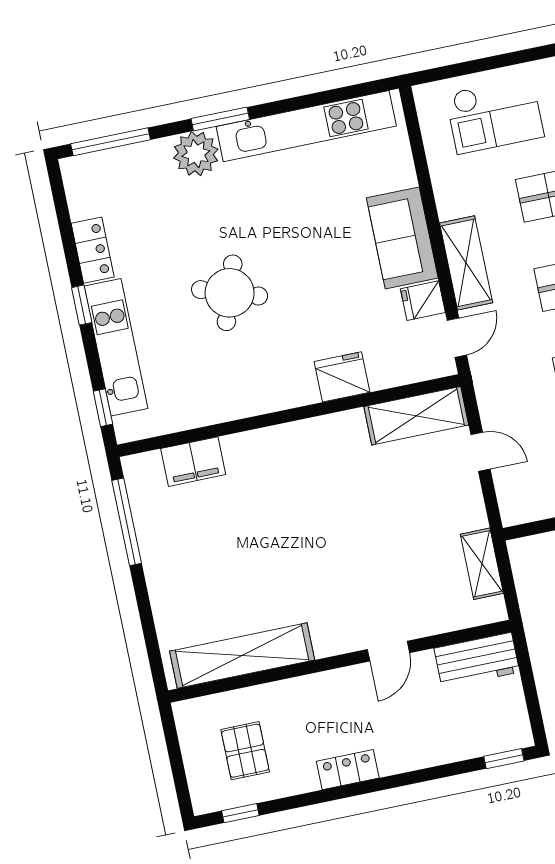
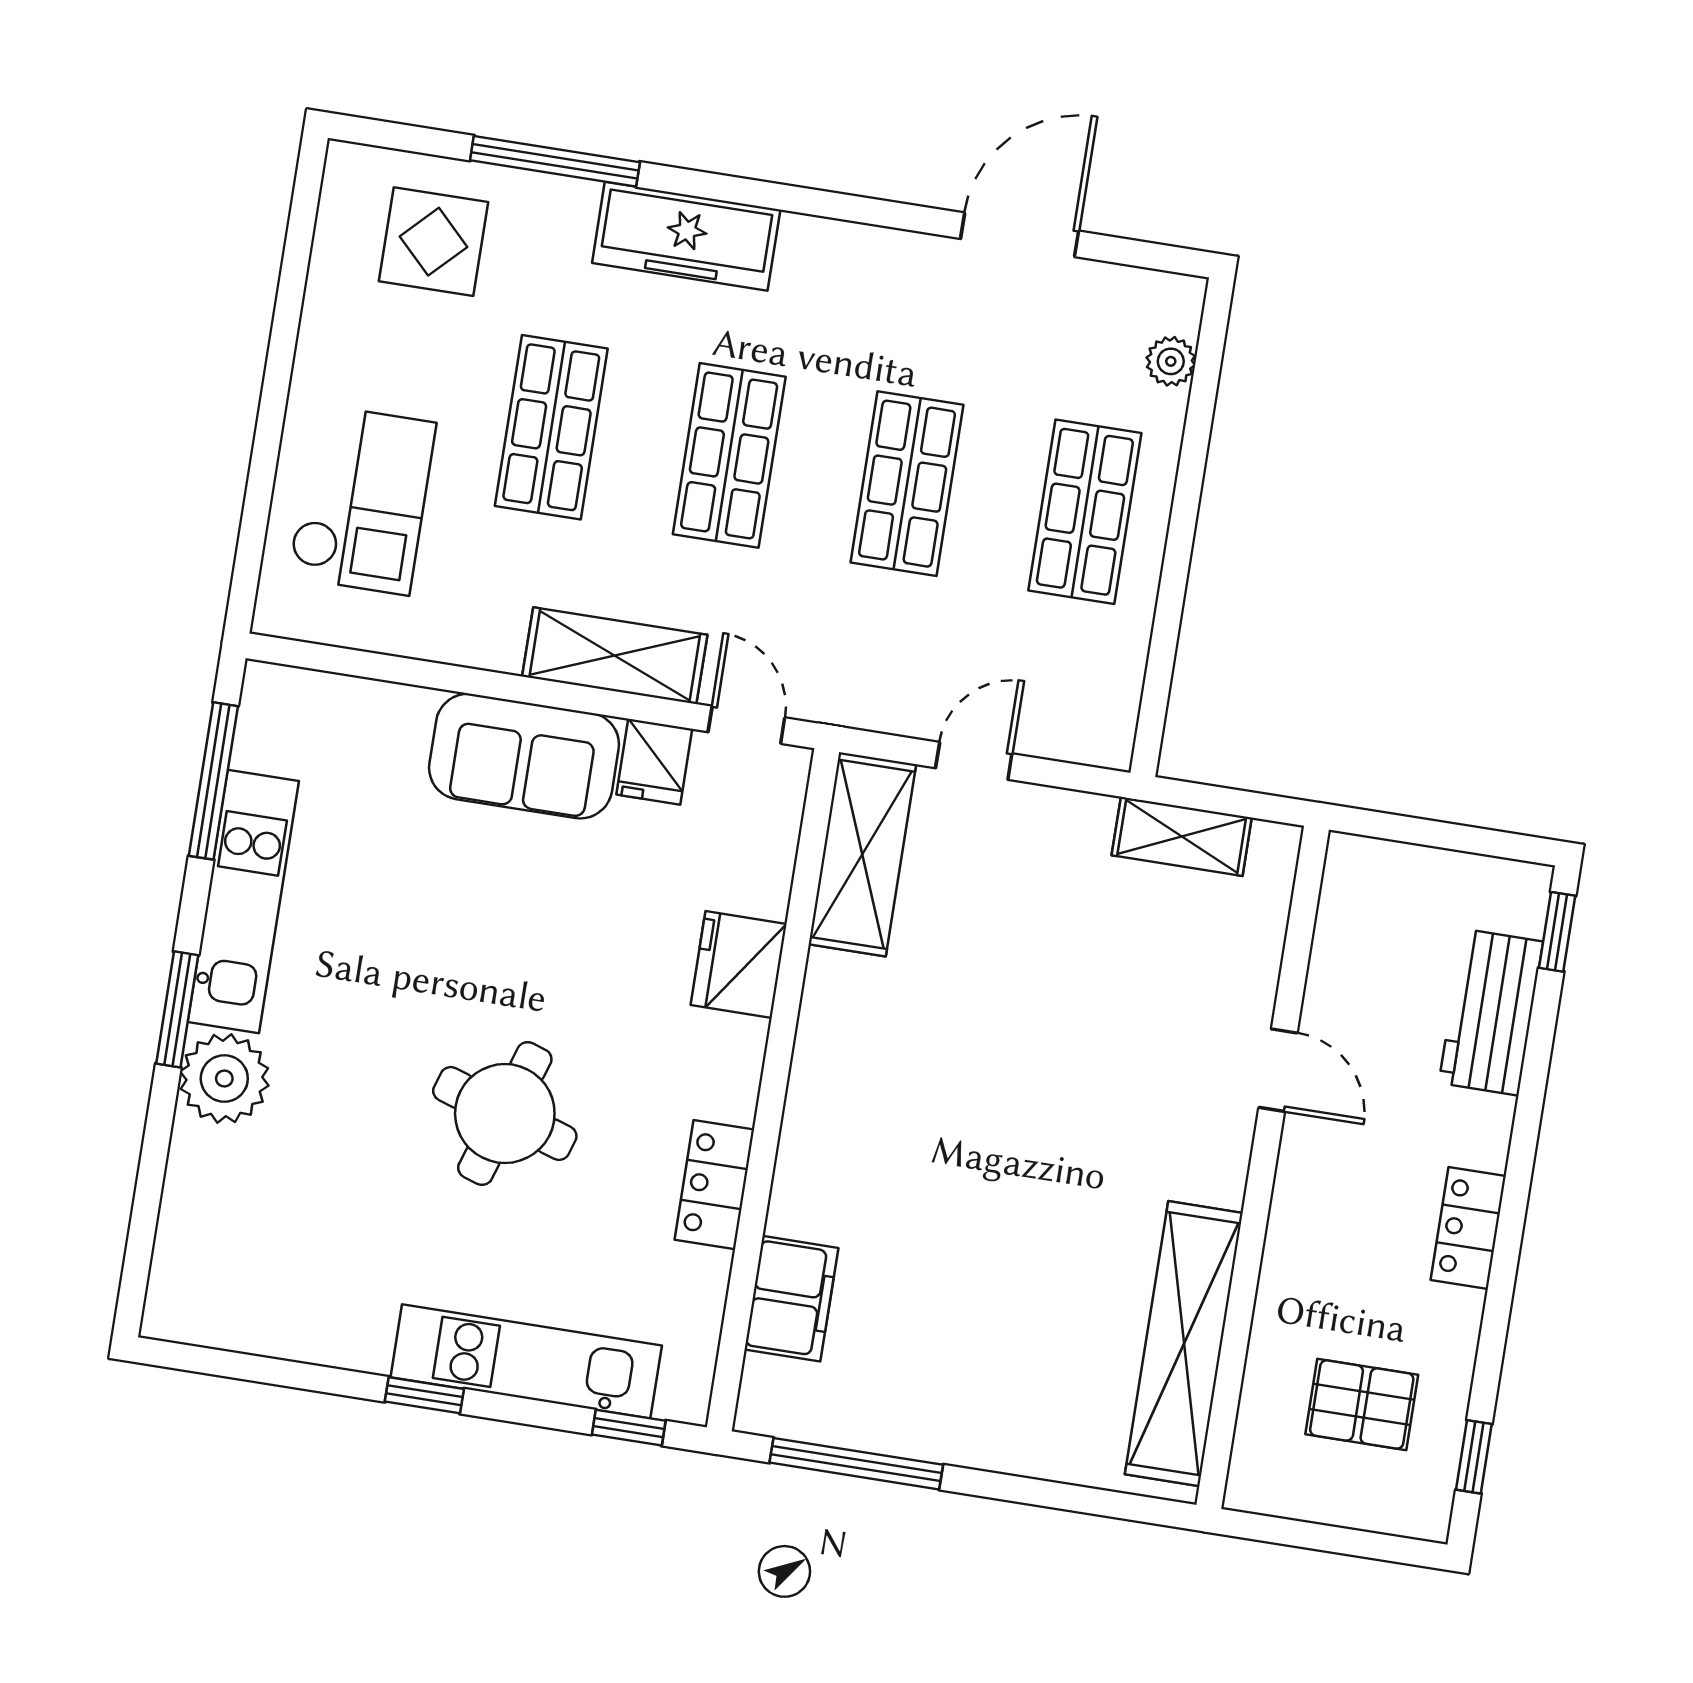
kitchen unit: (306, 126) -> (243, 902), width x0.73
window: (111, 142) -> (213, 781), moved
locker: (93, 250) -> (714, 1185), moved, turned -90
workbench: (477, 660) -> (1491, 1012), moved, turned 180

